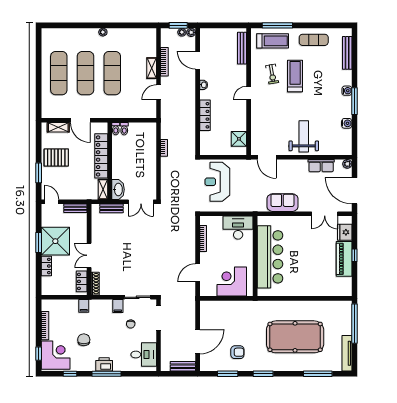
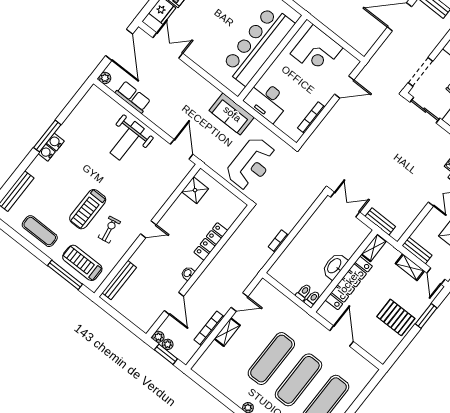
water cooler: (347, 123) -> (55, 142), moved
shelving: (58, 127) -> (410, 267), moved
washbasin: (118, 190) -> (335, 266), moved
sofa: (282, 203) -> (232, 114), moved

